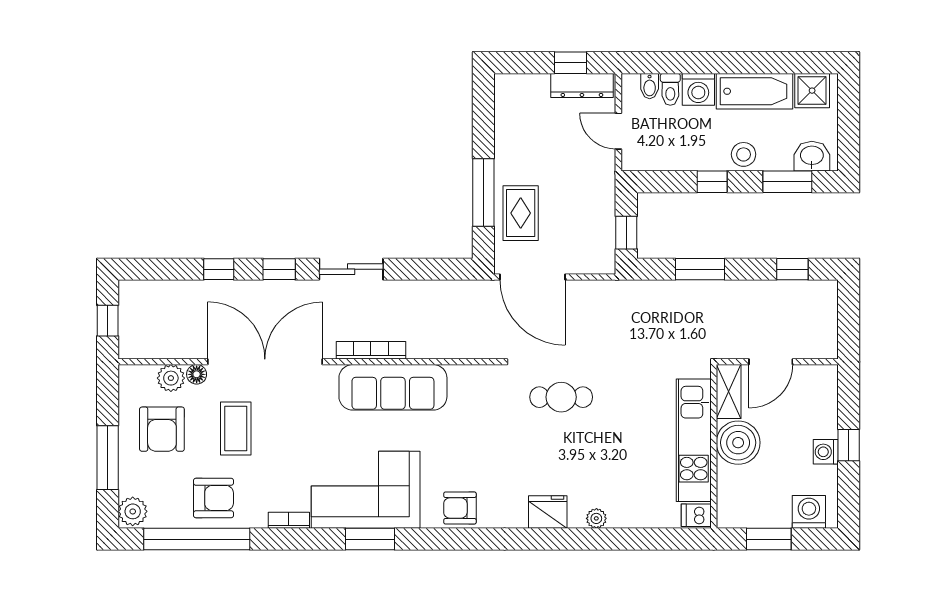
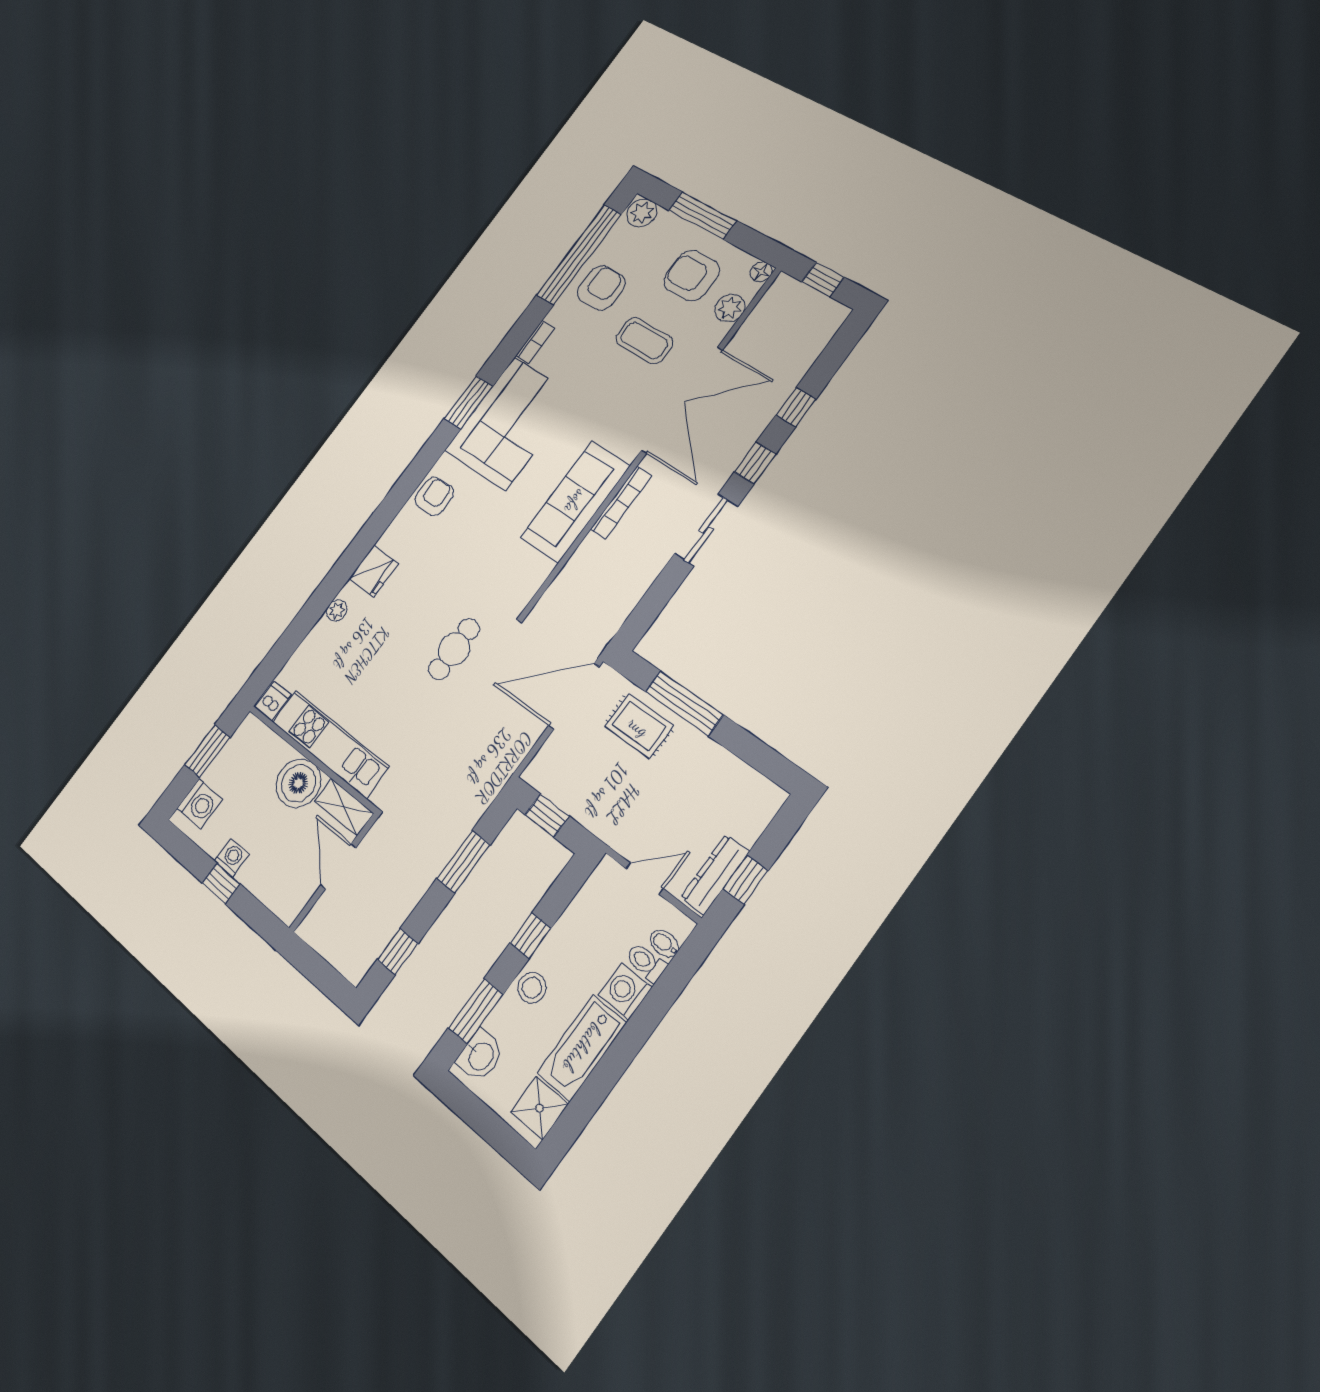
floor lamp: (197, 374) -> (761, 272), moved
armchair: (213, 498) -> (601, 288), turned 180

